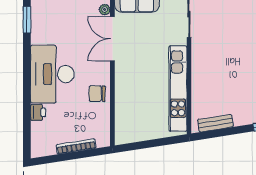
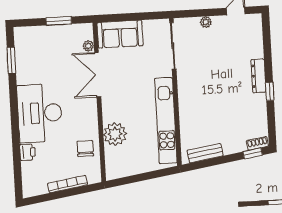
chair: (97, 94) -> (85, 148), moved, turned 90
plant: (126, 99) -> (115, 134), added

